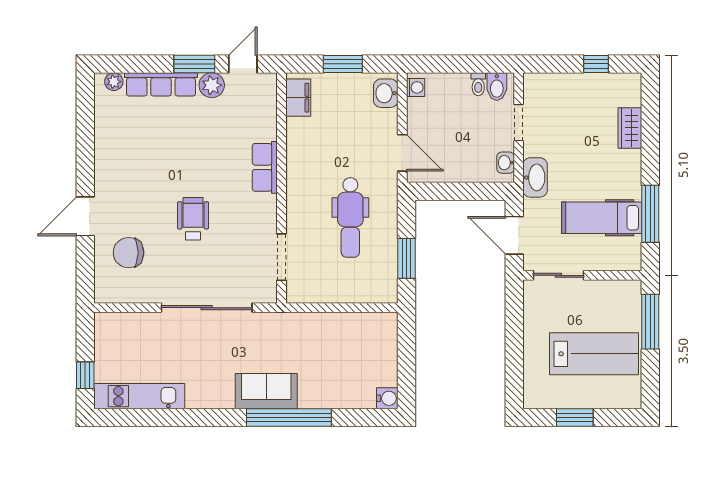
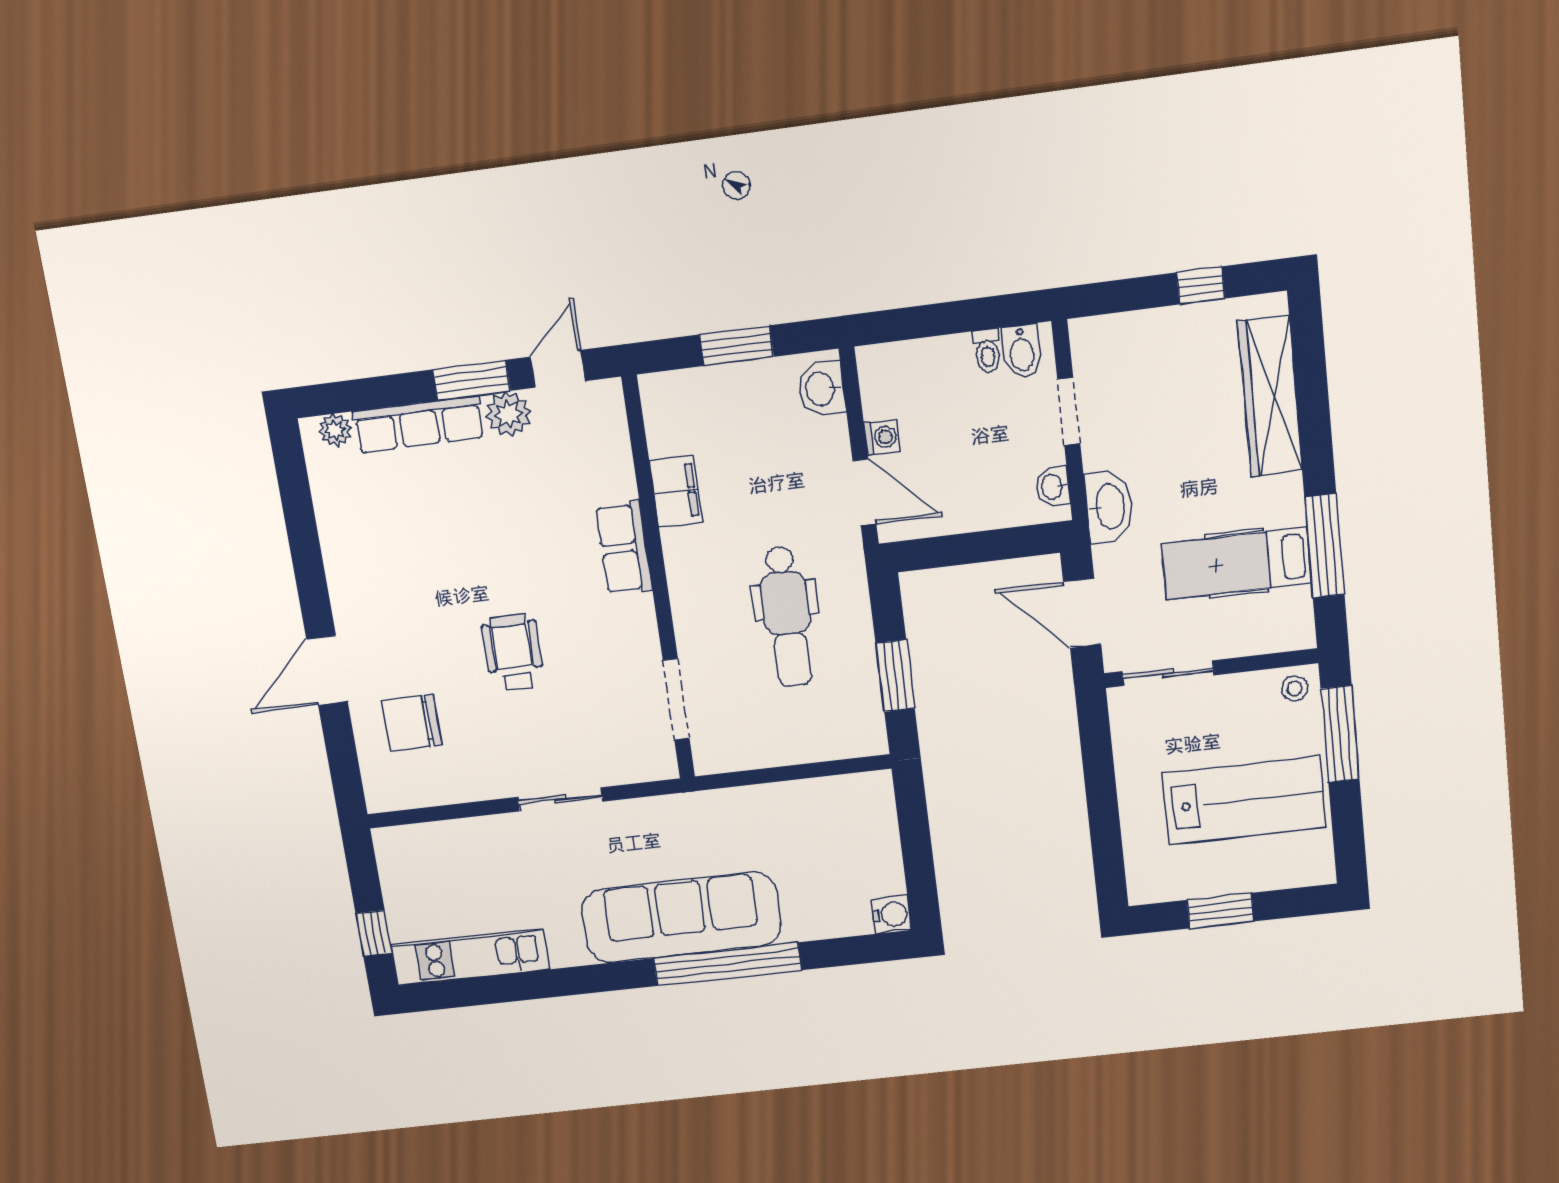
washing machine: (416, 87) -> (882, 437), moved
filing cabinet: (298, 98) -> (676, 492), moved
wardrobe: (630, 128) -> (1270, 396), width x2.10, depth x1.17
stool: (627, 292) -> (1295, 688), added
sliding door: (207, 308) -> (560, 799), width x0.54
sofa: (266, 391) -> (682, 918), width x1.85, depth x1.27

